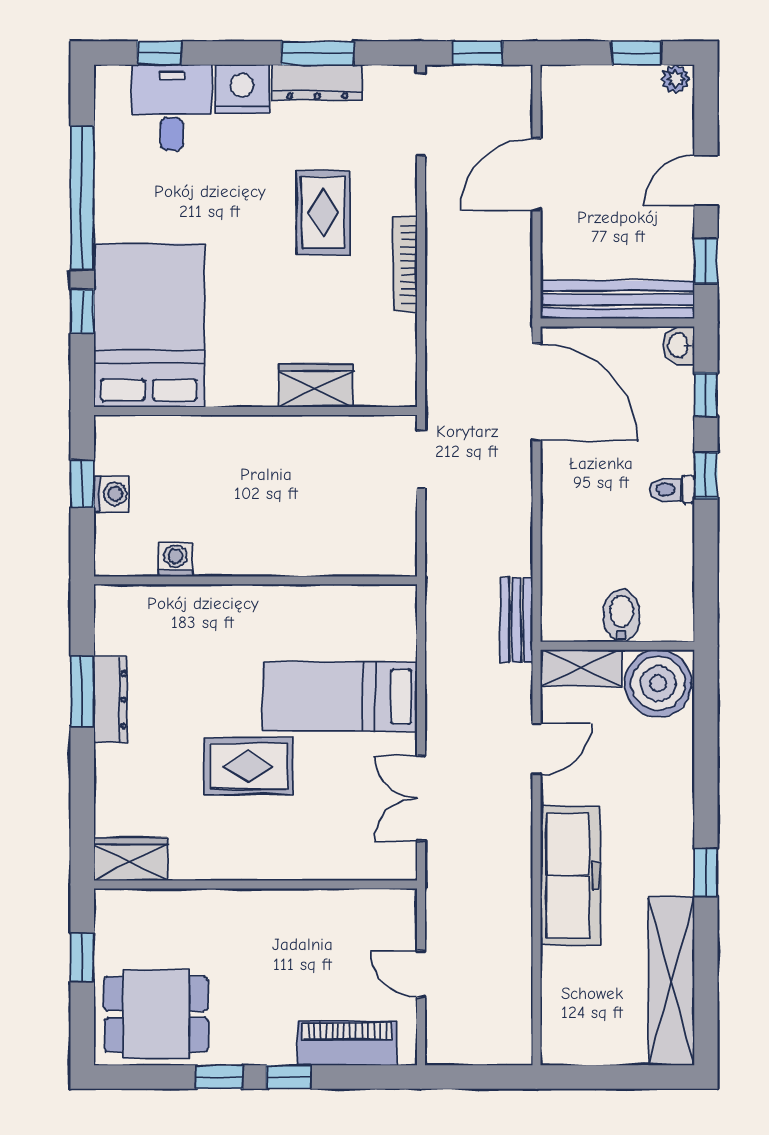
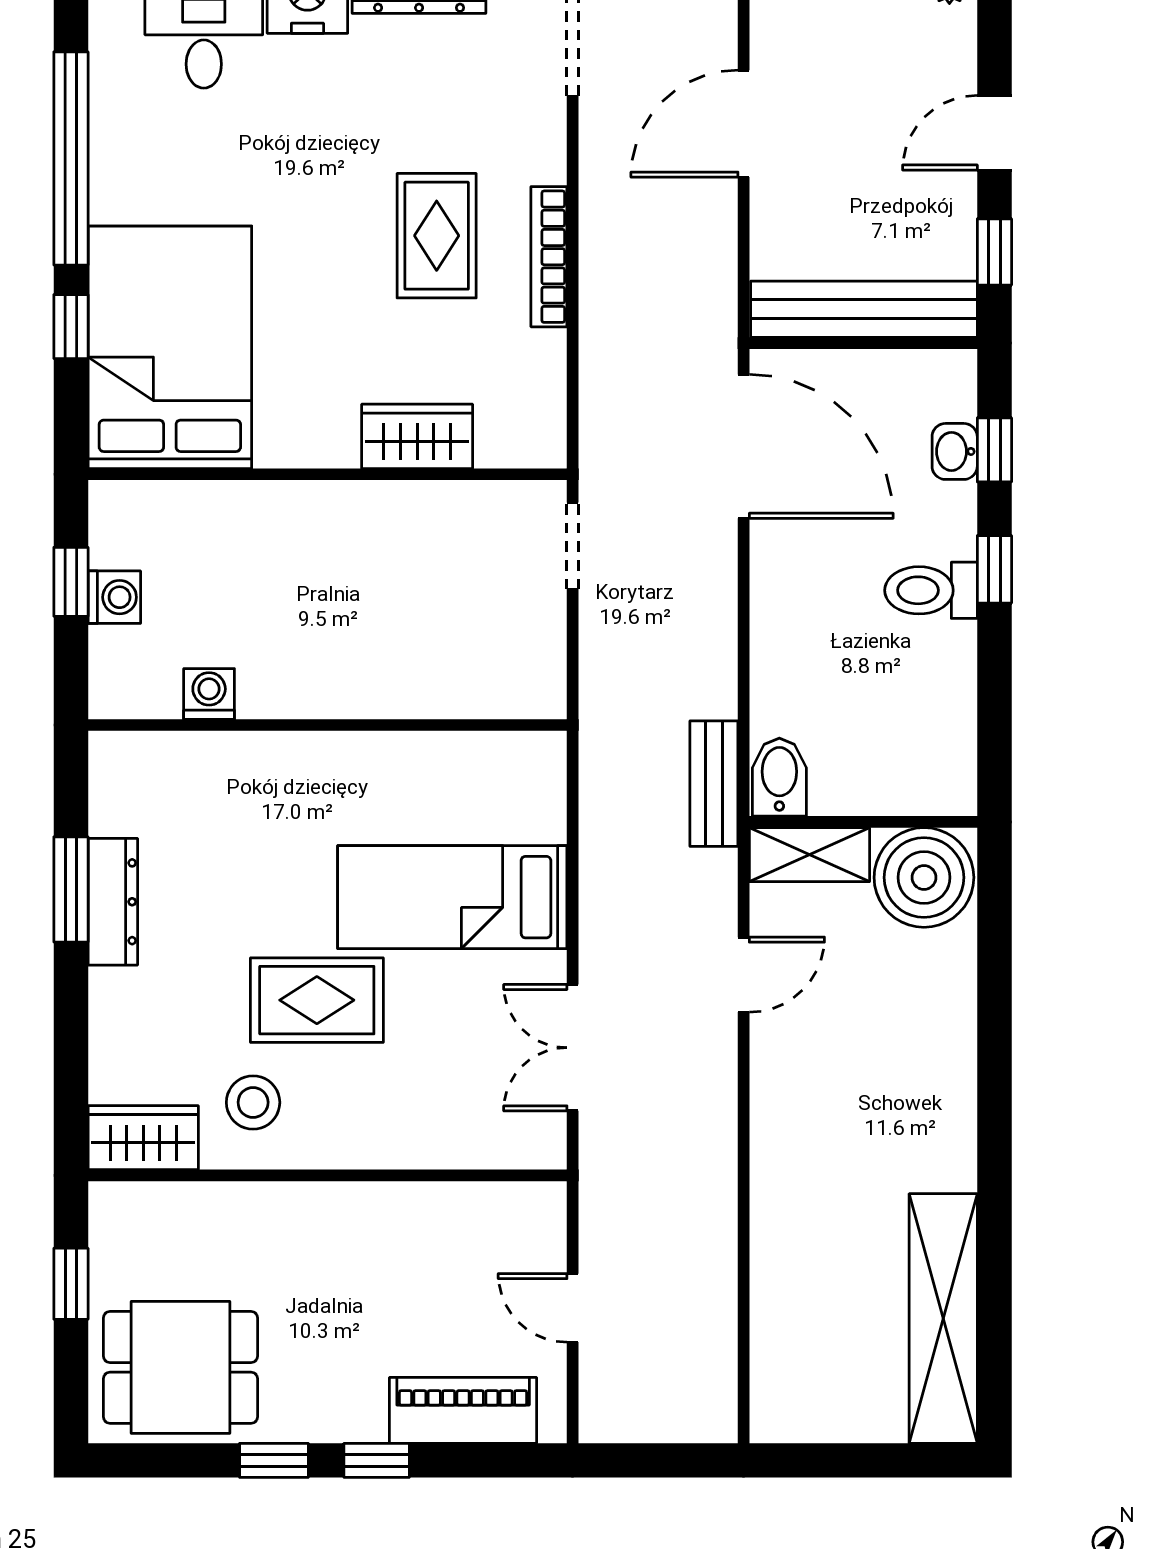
rug: (323, 213) -> (437, 236), moved
washbasin: (679, 345) -> (955, 451), moved
toilet: (672, 489) -> (931, 590), width x1.37, depth x1.39
bidet: (622, 616) -> (779, 777), moved
stool: (205, 835) -> (253, 1102), added
window: (706, 872) -> (994, 1157), removed
freezer: (570, 875) -> (794, 1162), removed

